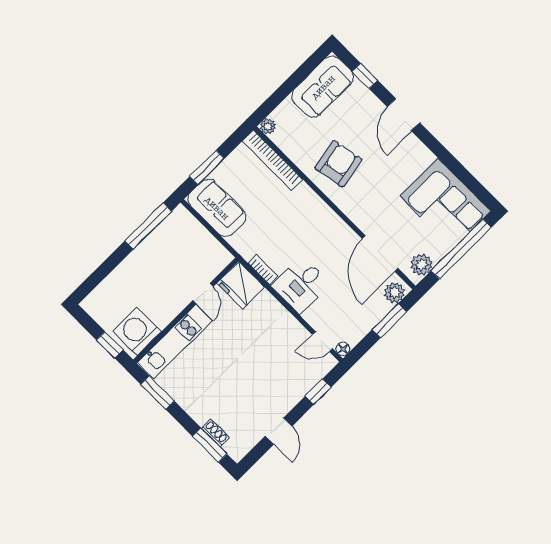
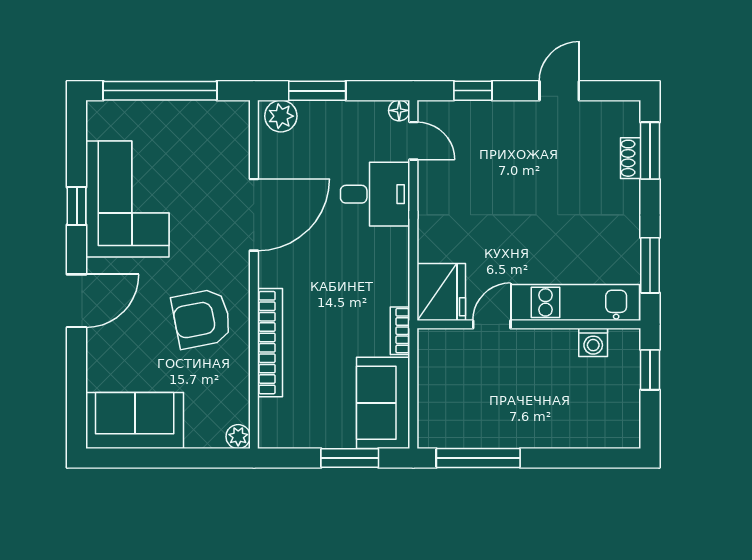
window: (365, 76) -> (77, 206), moved
bookcase: (272, 160) -> (270, 343), moved
corner sofa: (445, 203) -> (127, 199), moved
door: (380, 253) -> (254, 215), moved
plant: (422, 265) -> (221, 117), removed
bookcase: (263, 270) -> (400, 331), moved
desk: (301, 285) -> (375, 194), moved
washing machine: (137, 331) -> (593, 342), width x0.53, depth x0.53

